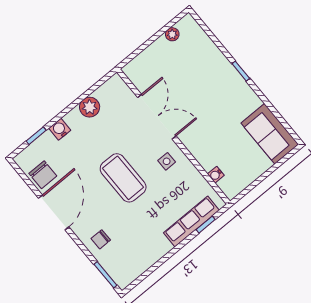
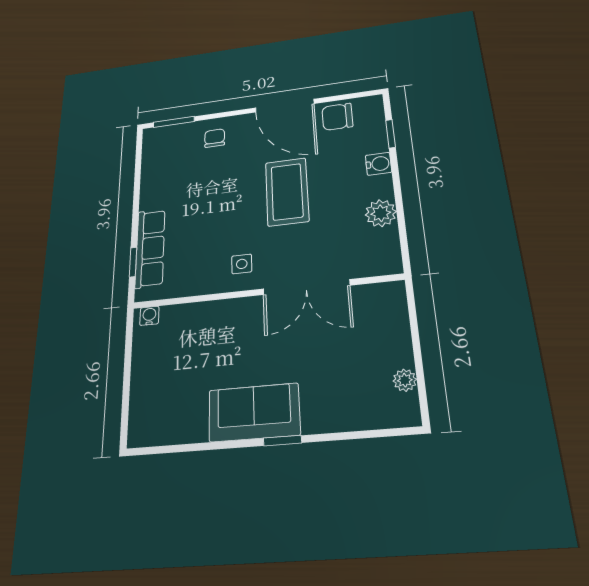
sofa: (270, 134) -> (254, 412), moved
water cooler: (216, 175) -> (149, 316), moved
coffee table: (123, 178) -> (287, 192), moved, turned 90

